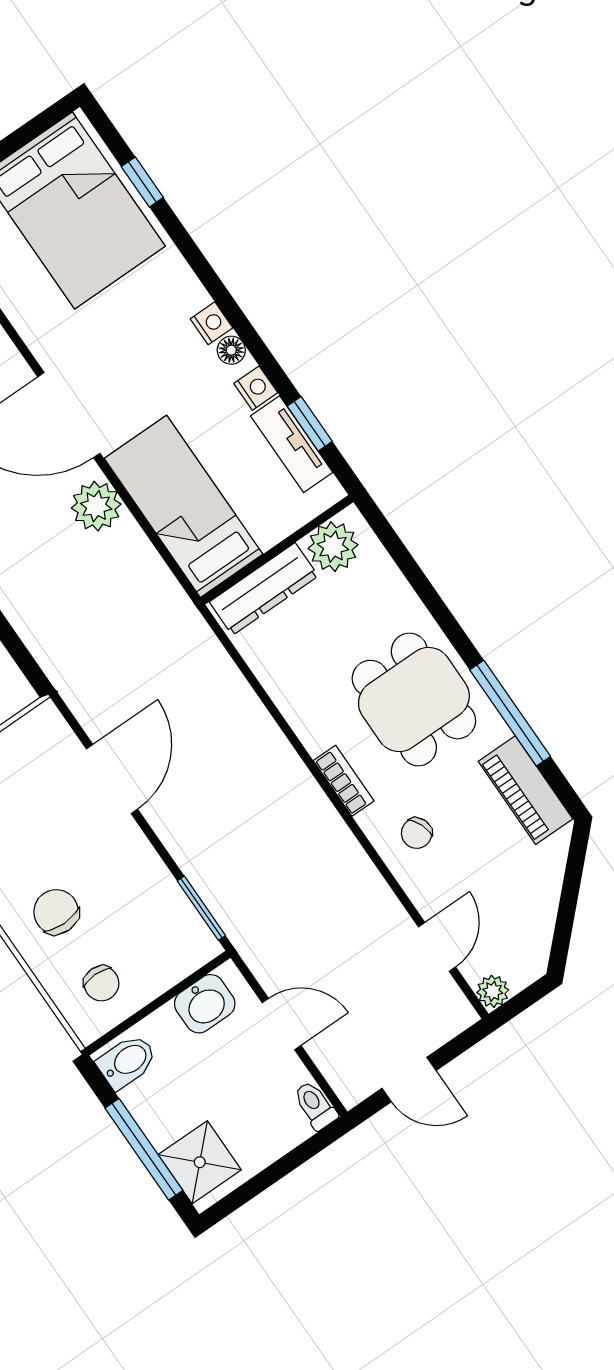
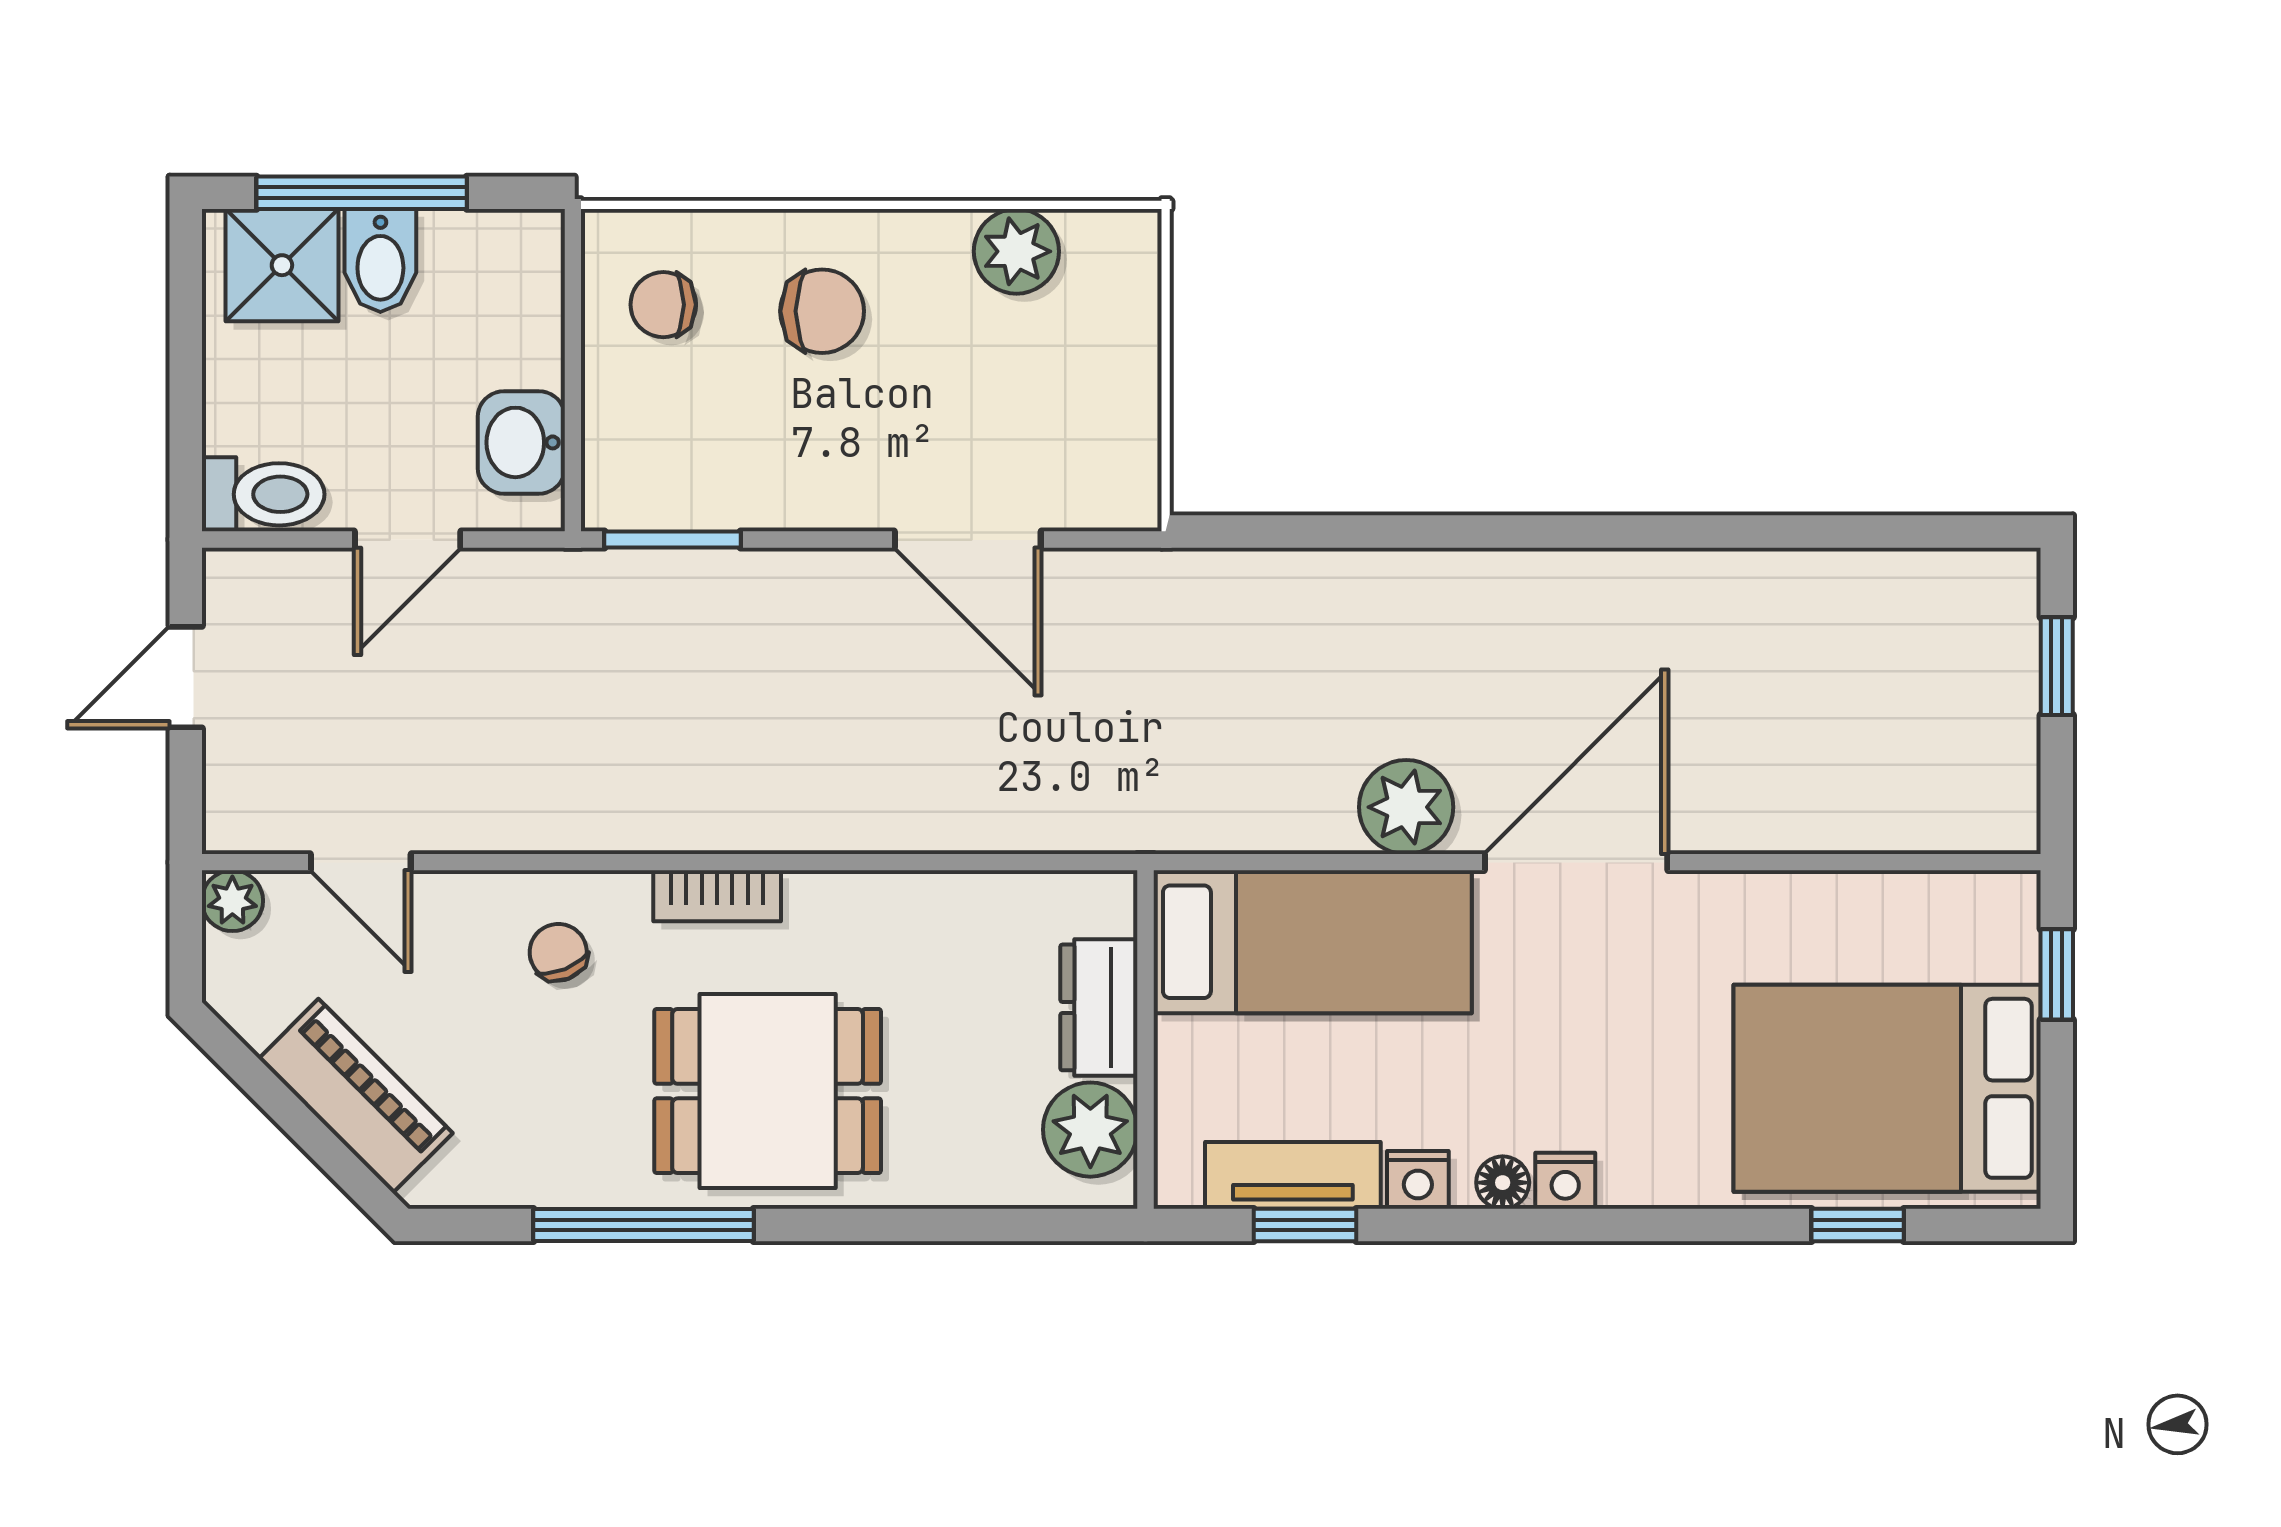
dresser: (264, 589) -> (1099, 1007), width x0.70
piano: (525, 790) -> (356, 1096), moved, turned 45
bidet: (127, 1062) -> (380, 261), moved
toilet: (315, 1105) -> (263, 494), width x1.37, depth x1.39

